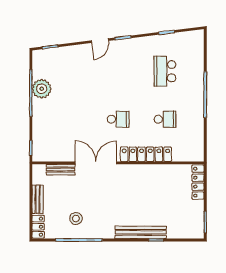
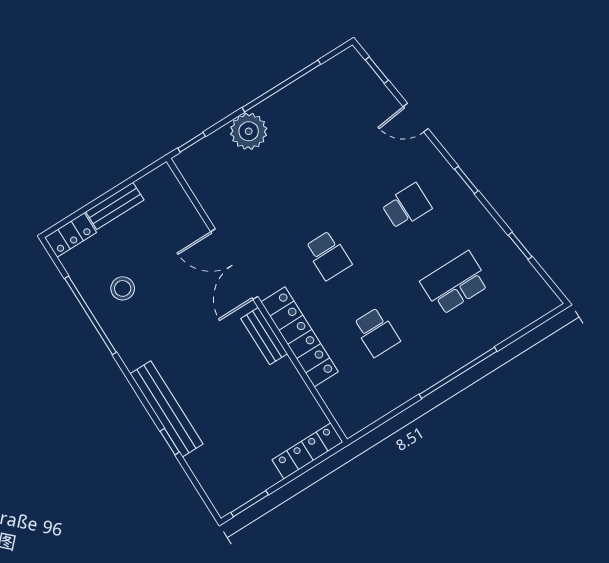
door: (100, 41) -> (416, 118), moved
school desk: (118, 71) -> (407, 206), added
plant: (42, 89) -> (249, 131), moved
double door: (96, 163) -> (234, 264), swing flipped
bench: (61, 170) -> (264, 336), moved

